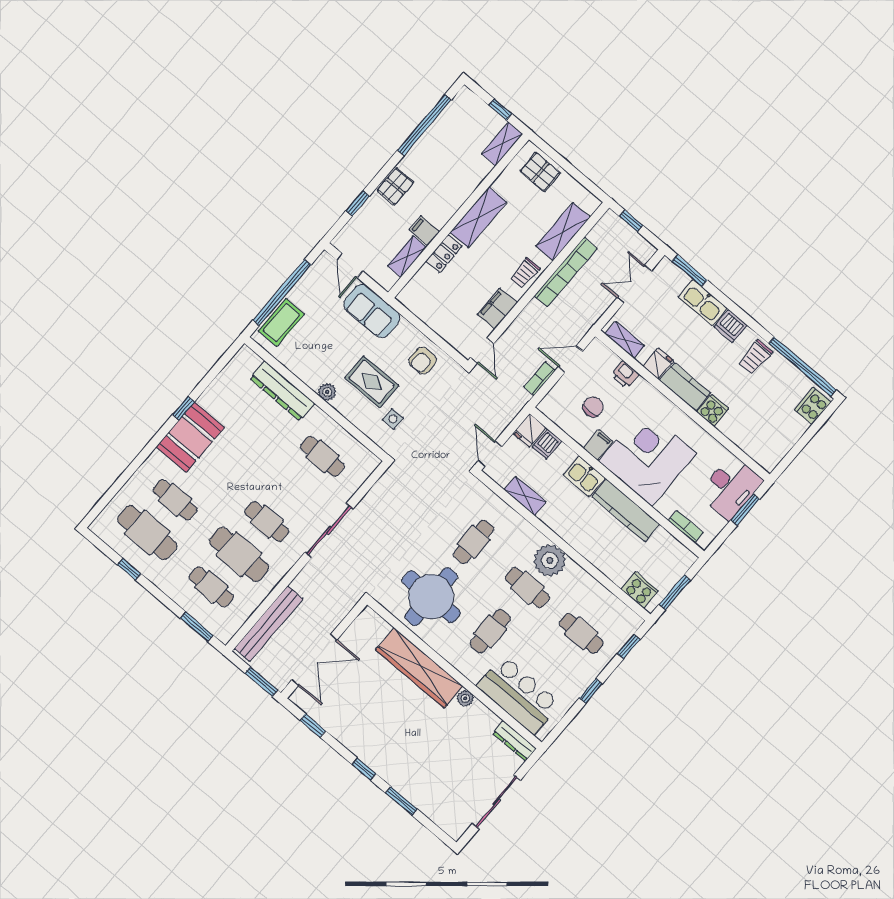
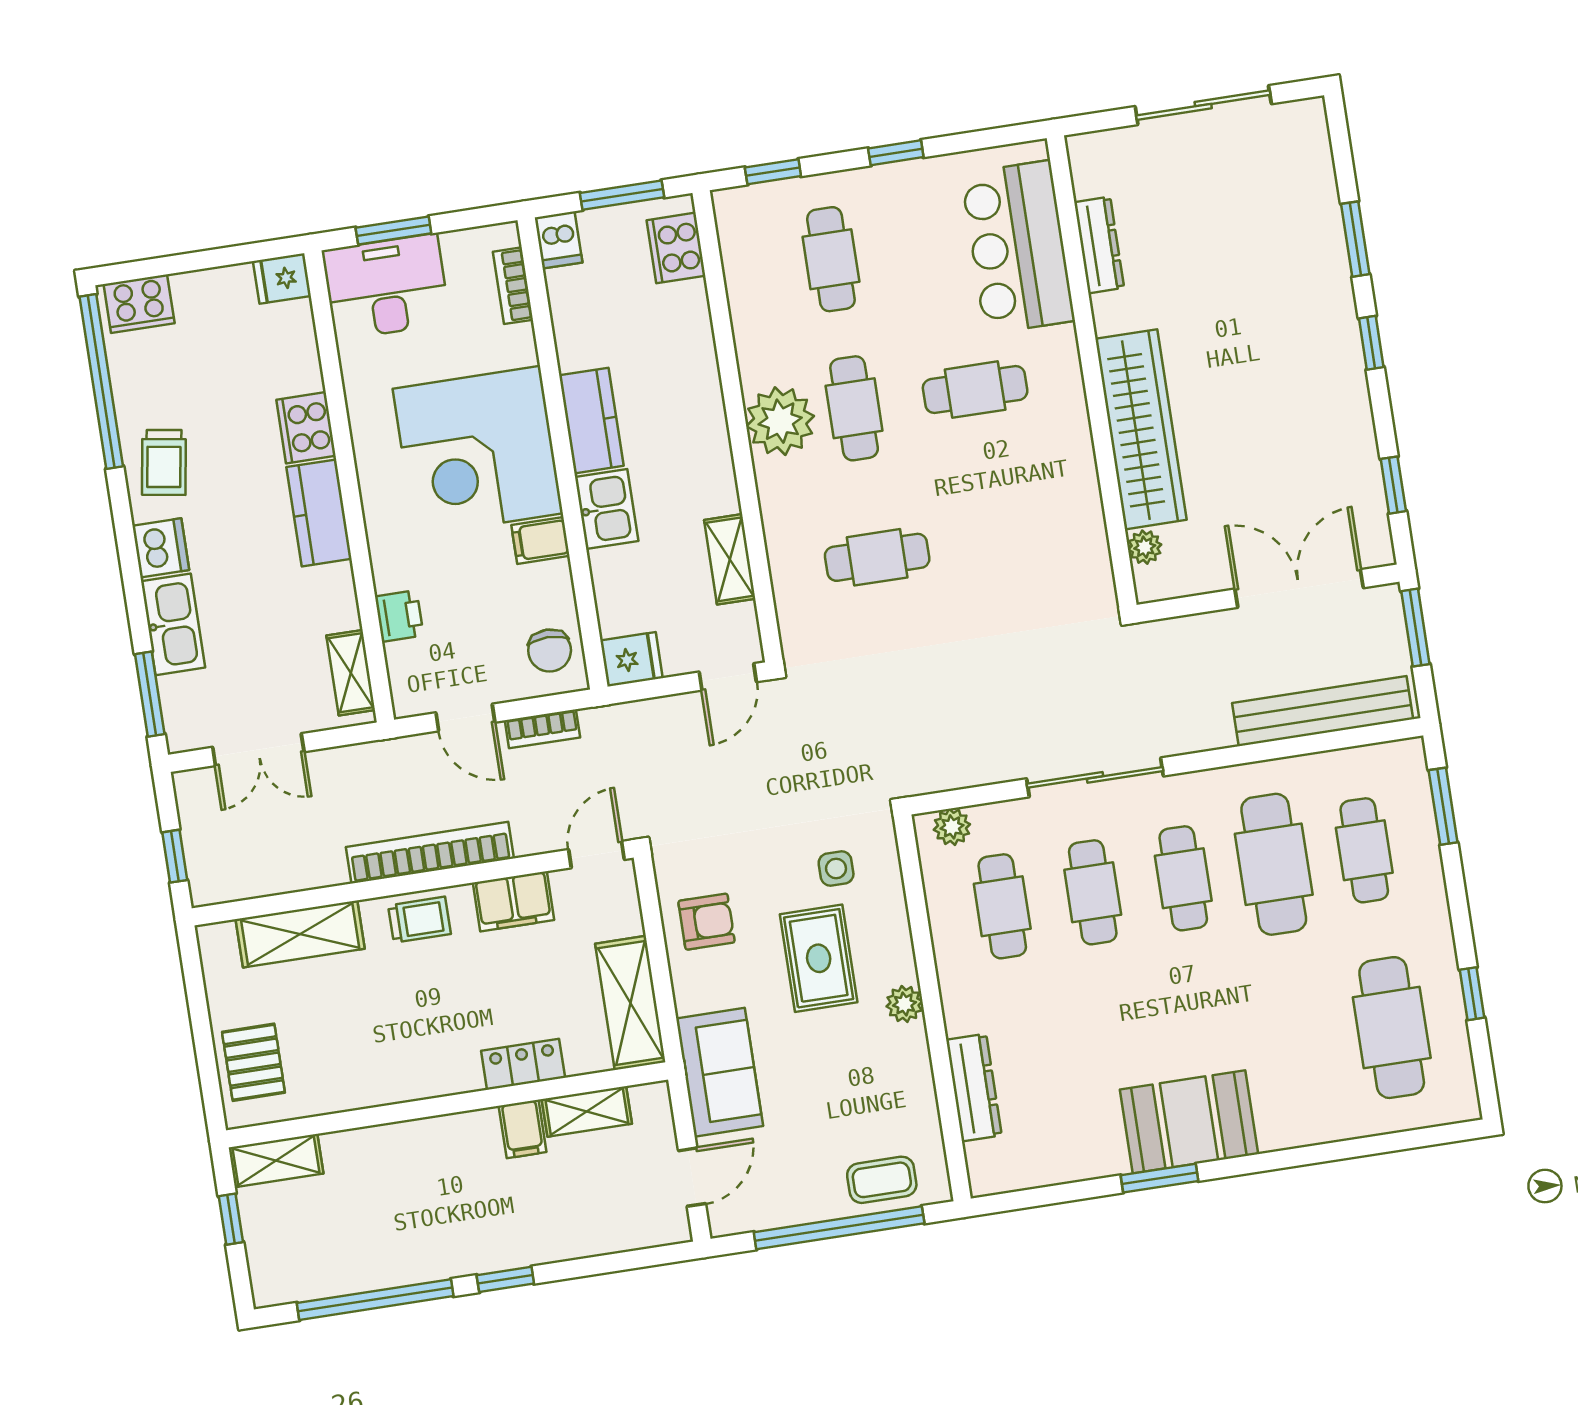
pallet: (395, 186) -> (508, 1241), removed
window: (358, 203) -> (505, 1279), moved
shelving: (478, 217) -> (630, 1003), moved, turned 90
bookcase: (566, 272) -> (430, 853), moved
coffee table: (281, 323) -> (882, 1180), width x0.73, depth x0.77
trolley: (756, 357) -> (164, 462), turned 99
fridge: (658, 364) -> (282, 279), moved
dresser: (282, 391) -> (974, 1088), width x0.73, depth x0.80
chair: (593, 407) -> (550, 650), moved, turned -90
window: (183, 408) -> (1160, 1178), width x1.50
cooker: (713, 410) -> (306, 428), width x1.36
dishwasher: (547, 444) -> (559, 240), moved, turned 90
plant: (365, 469) -> (952, 827), added
cafe table: (175, 500) -> (1093, 892), moved
kitchen counter: (626, 510) -> (591, 421), width x0.67
round table: (431, 597) -> (1022, 528), removed
plant: (465, 698) -> (1145, 547), moved
dresser: (514, 741) -> (1099, 245), moved

